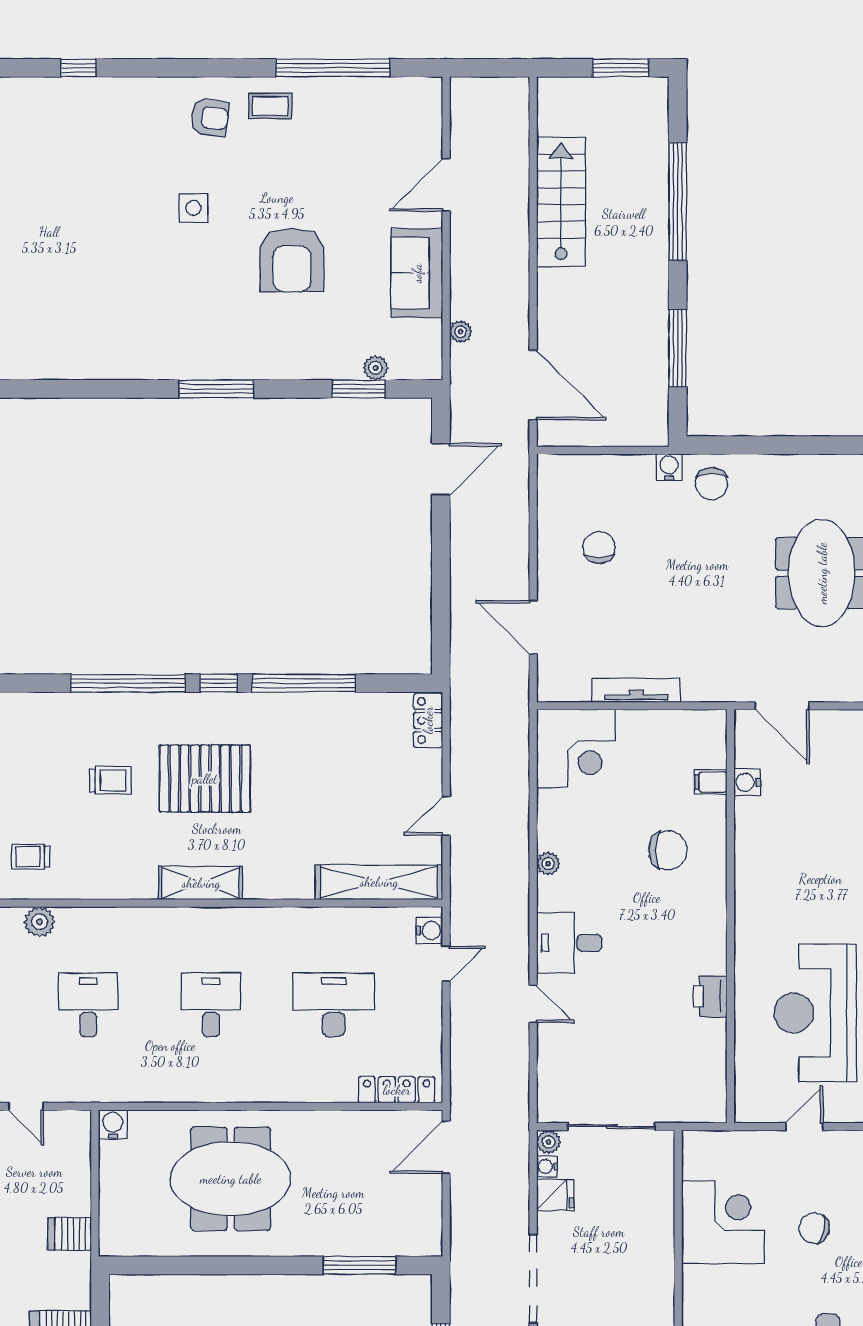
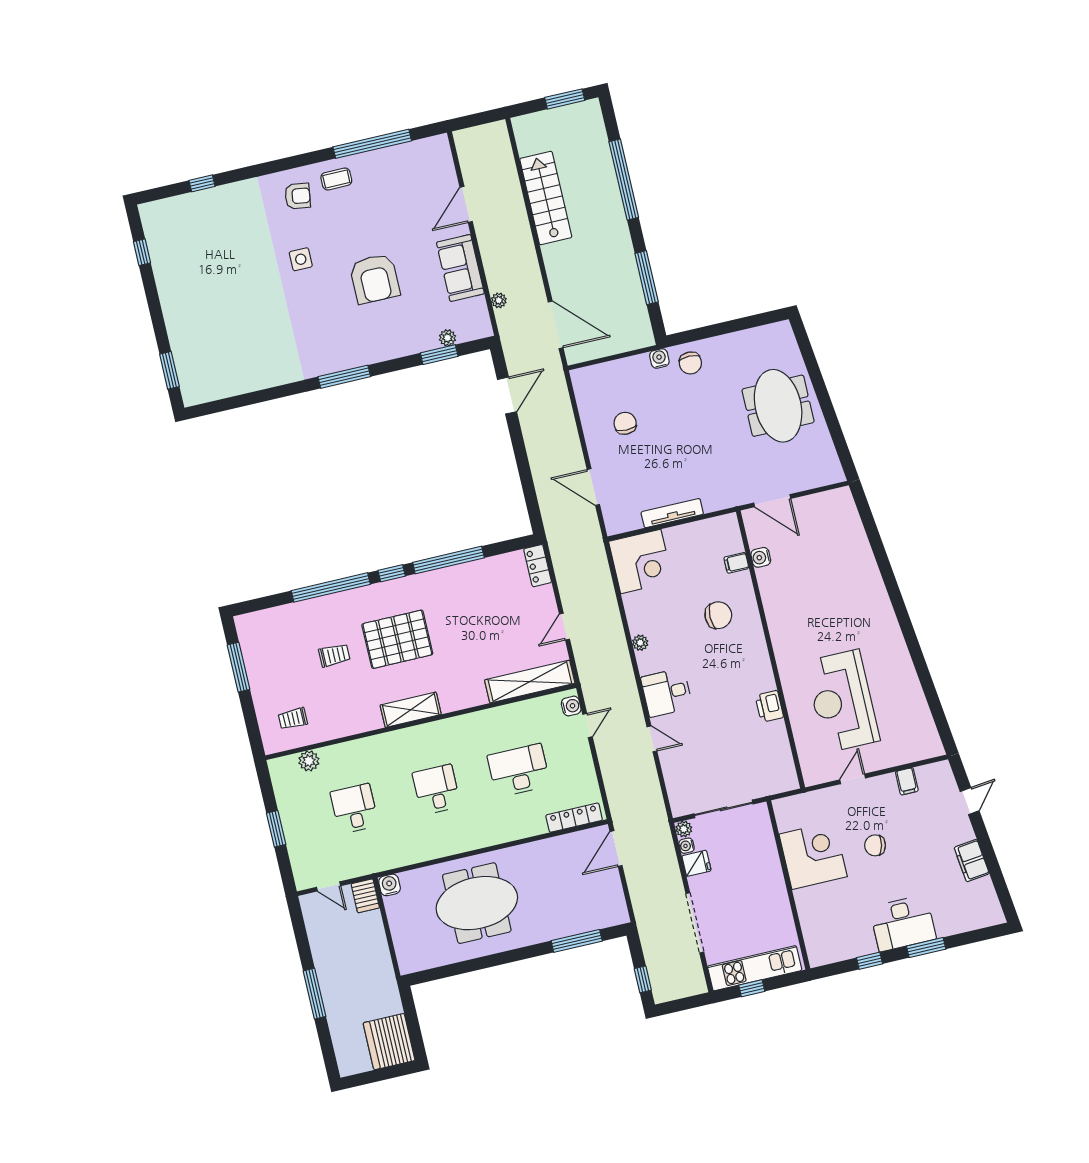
server rack: (70, 1234) -> (365, 896), moved, turned -90

